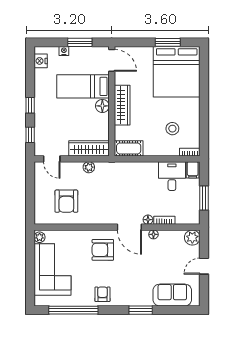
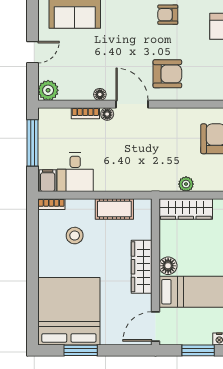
door: (112, 60) -> (156, 327), hinge flipped
cot: (129, 148) -> (114, 209), moved
window: (204, 198) -> (32, 143), width x1.44
armchair: (102, 294) -> (168, 15), turned 90

